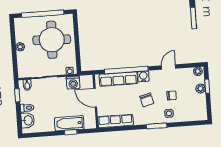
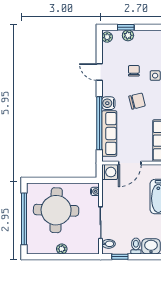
washing machine: (73, 83) -> (110, 172), moved

